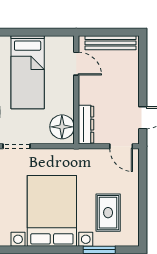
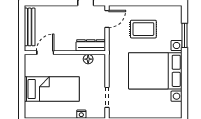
floor lamp: (62, 127) -> (88, 59), width x0.53, depth x0.53
rug: (108, 213) -> (143, 29), moved

